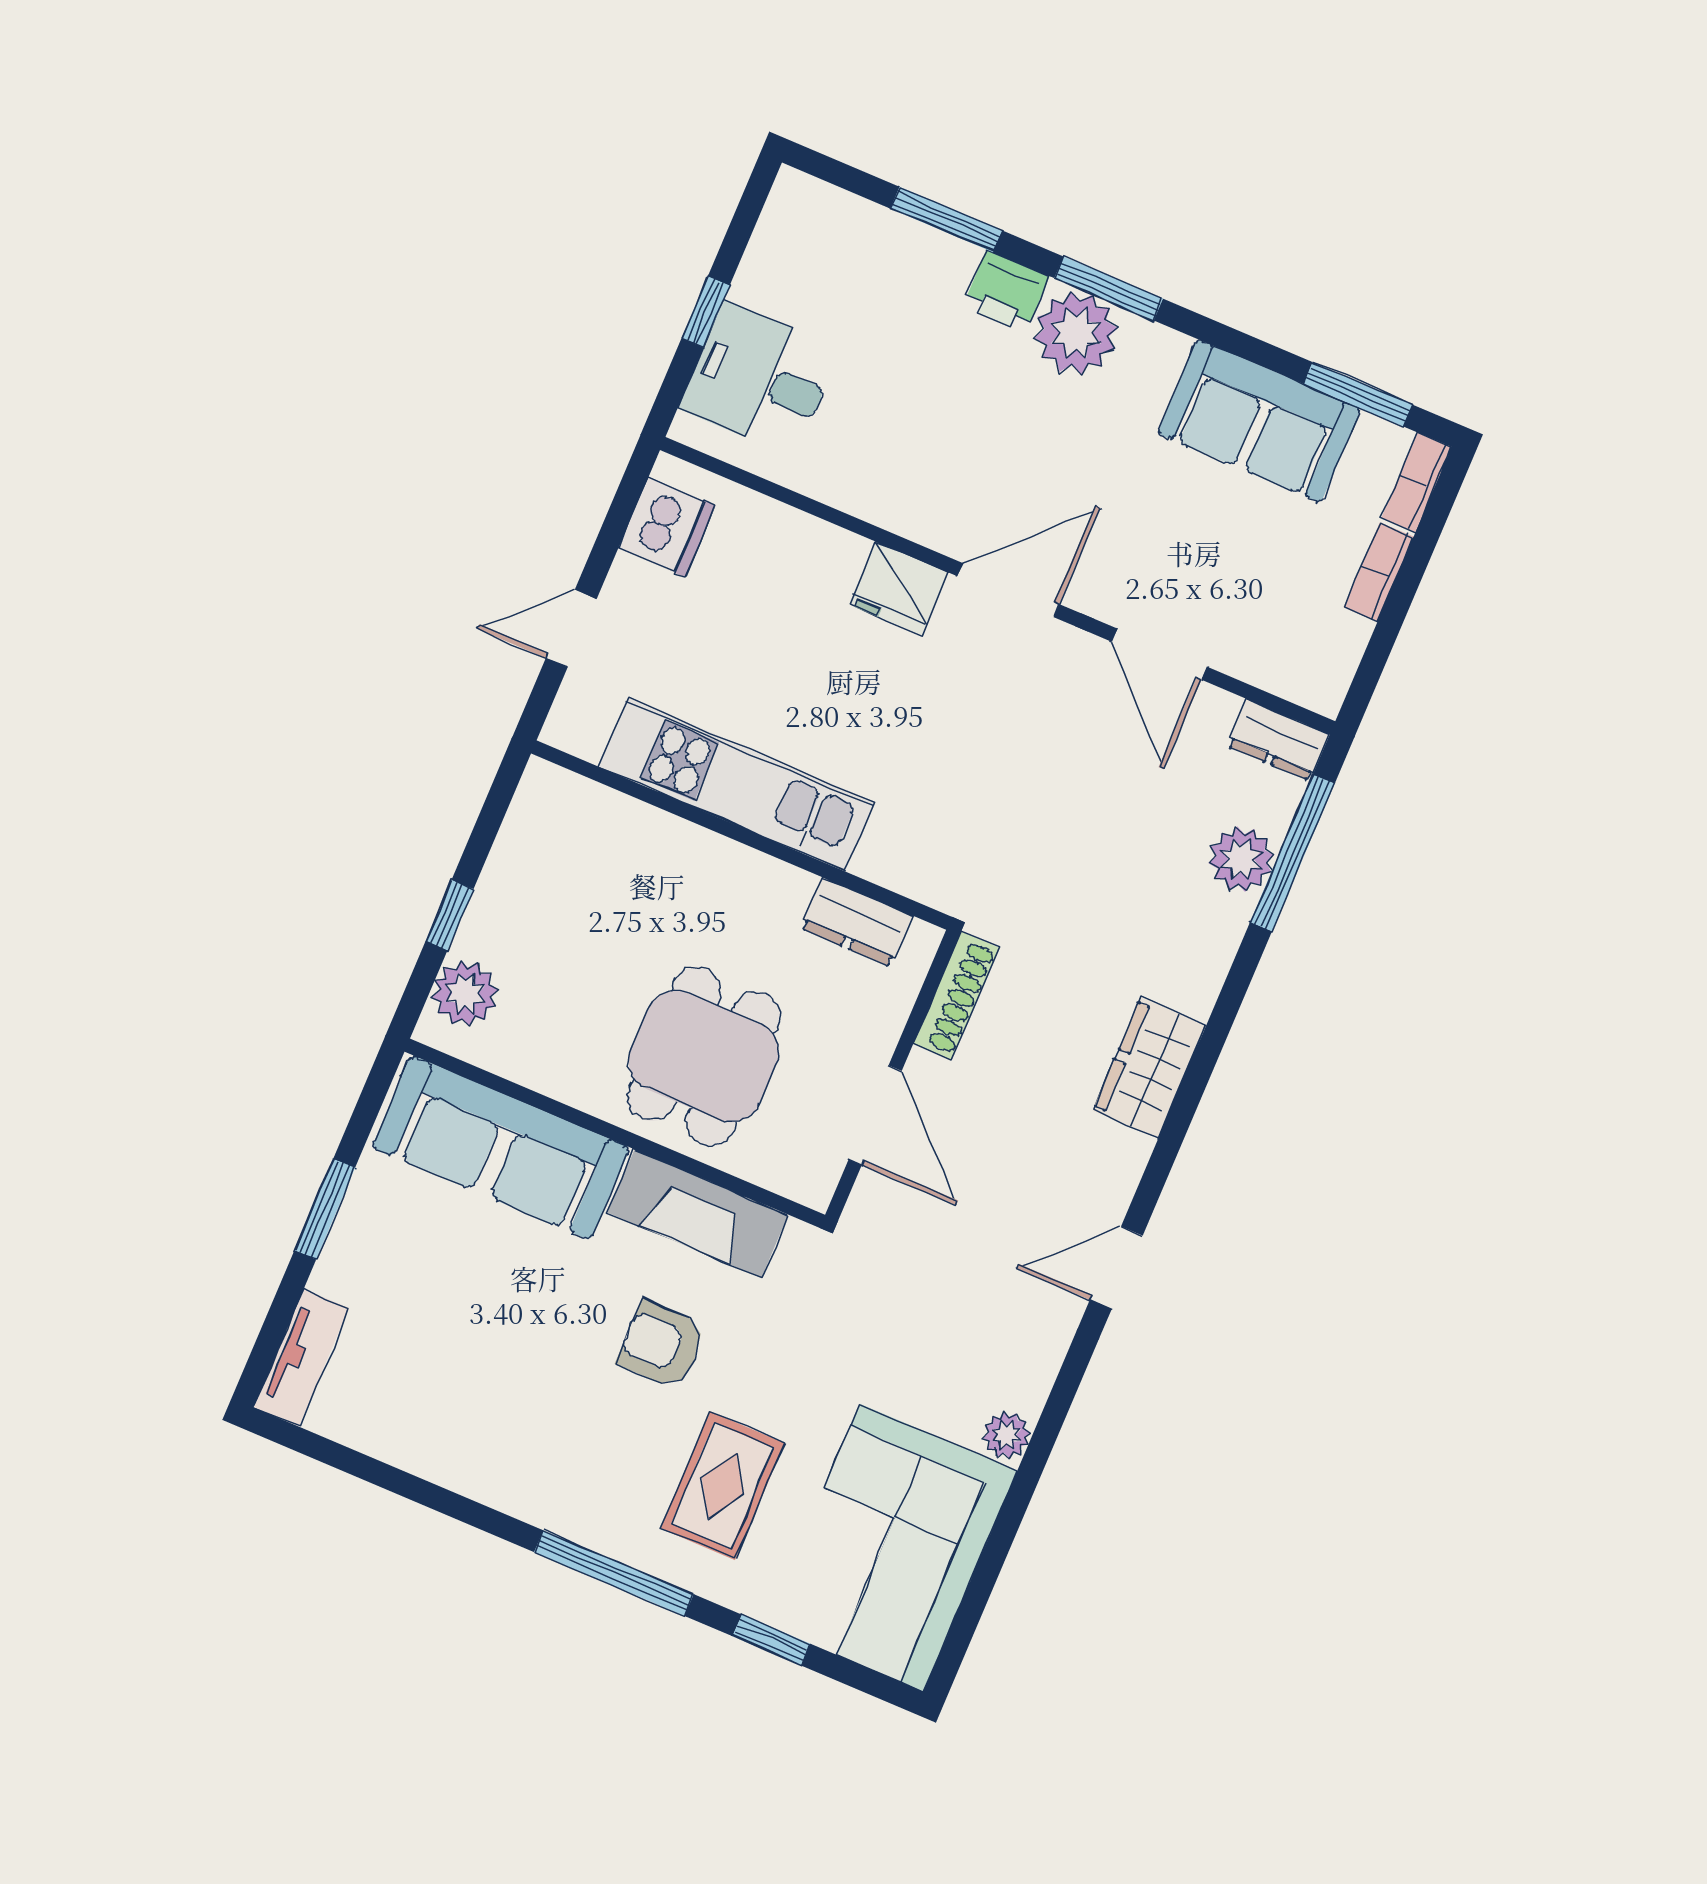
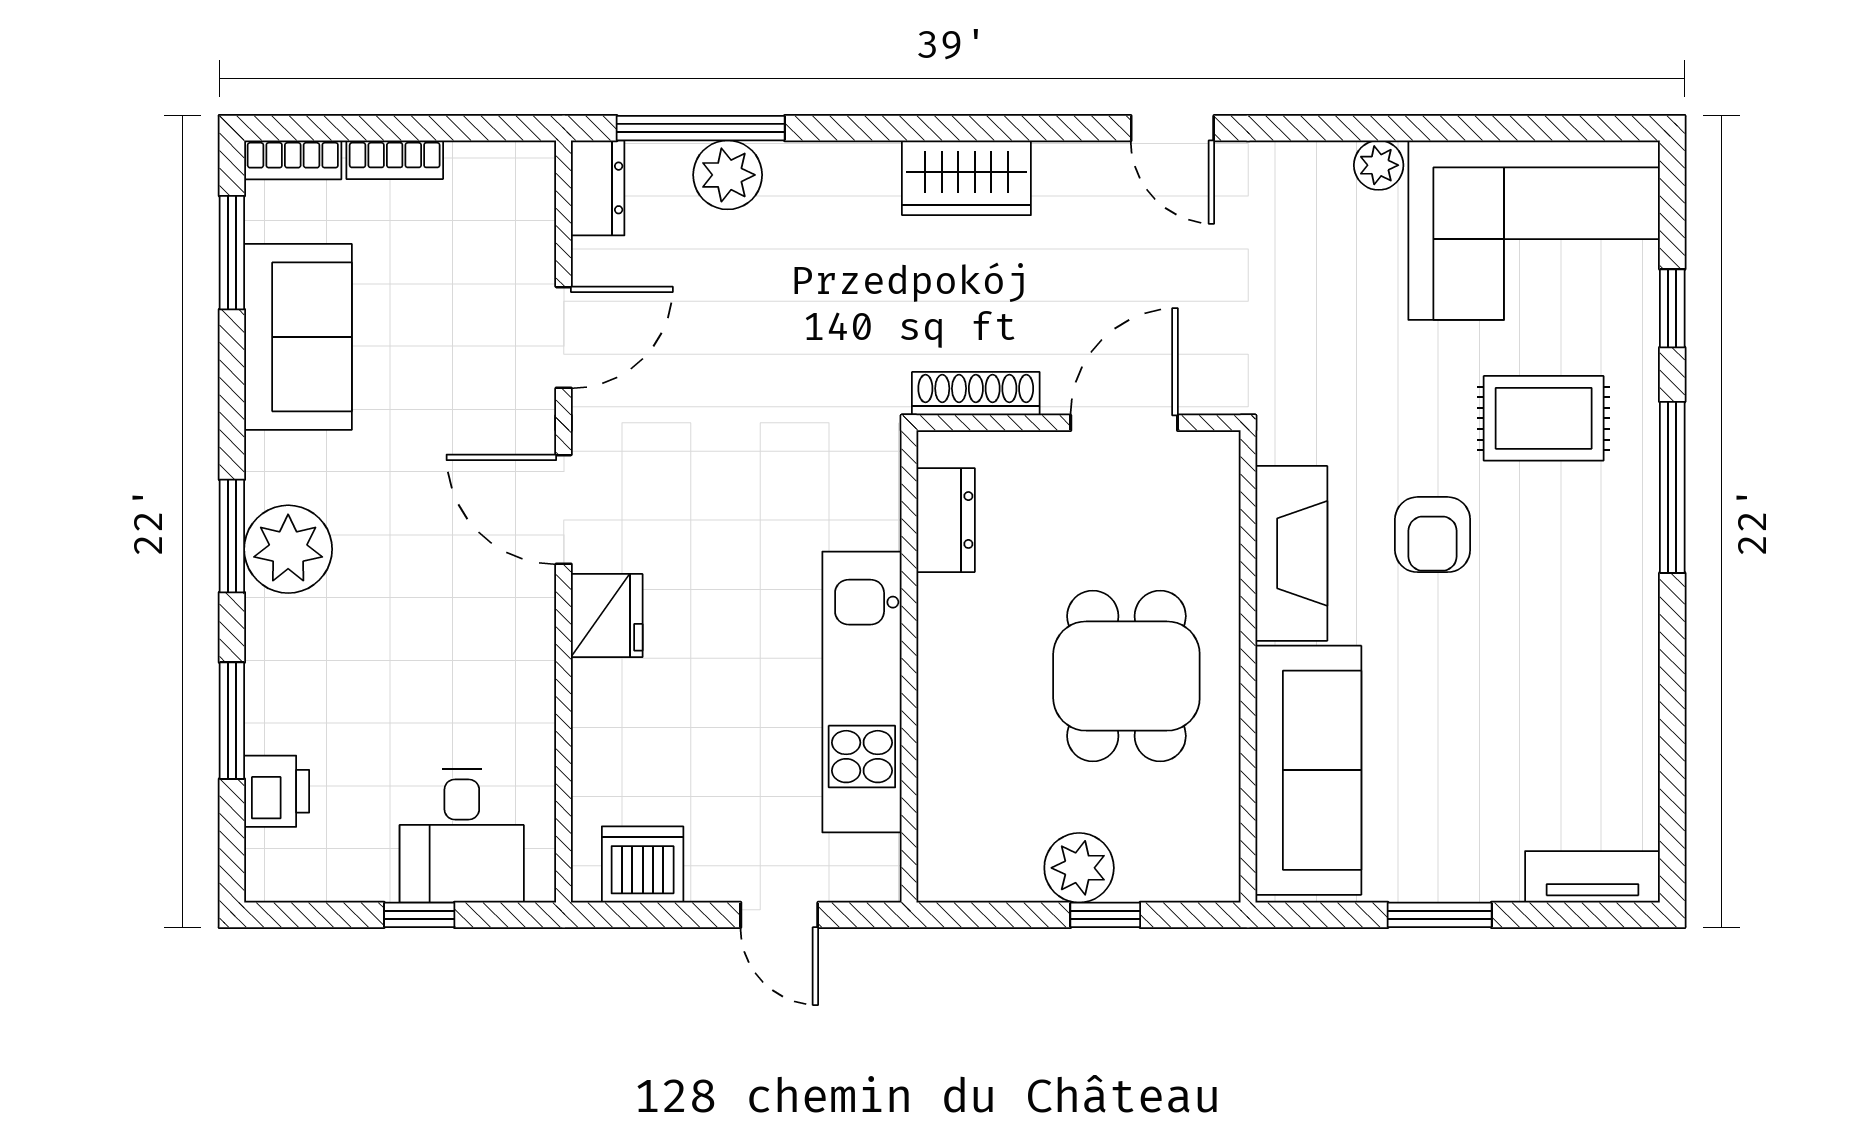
printer: (1006, 291) -> (277, 791), moved
plant: (465, 993) -> (1079, 868), moved
dining table: (704, 1057) -> (1126, 676), moved, turned 90

